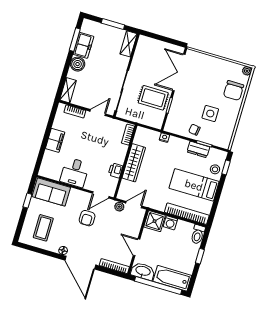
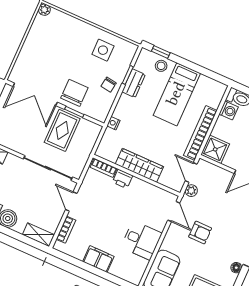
chair: (234, 90) -> (74, 93), moved, turned -90
side table: (210, 114) -> (103, 50), moved
printer: (116, 170) -> (123, 179), moved
bookcase: (187, 214) -> (200, 133), moved
washing machine: (170, 223) -> (229, 110), moved

